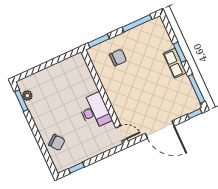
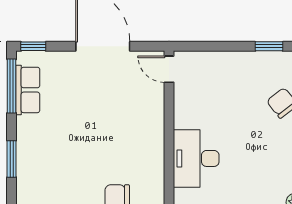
row of seats: (175, 63) -> (28, 90), moved
desk: (95, 111) -> (196, 158), moved

